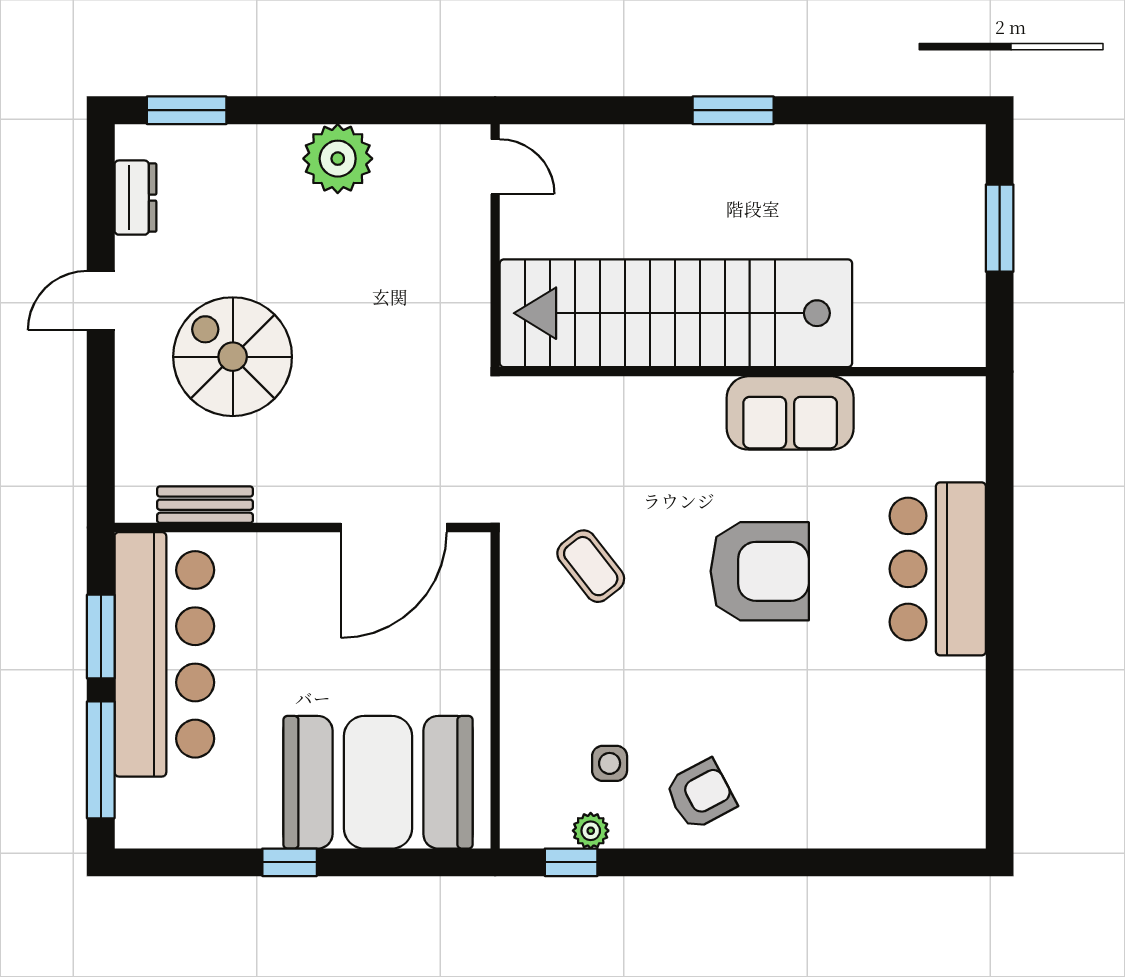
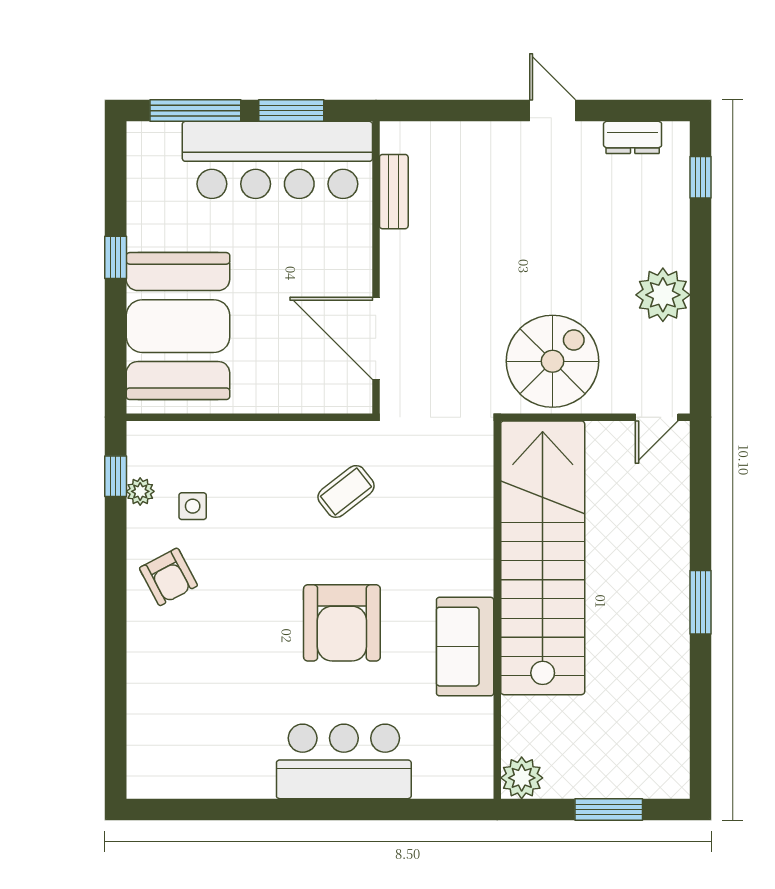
window: (187, 110) -> (700, 177), width x0.67
plant: (959, 340) -> (522, 778), added
spiral stairs: (233, 357) -> (553, 361), moved

